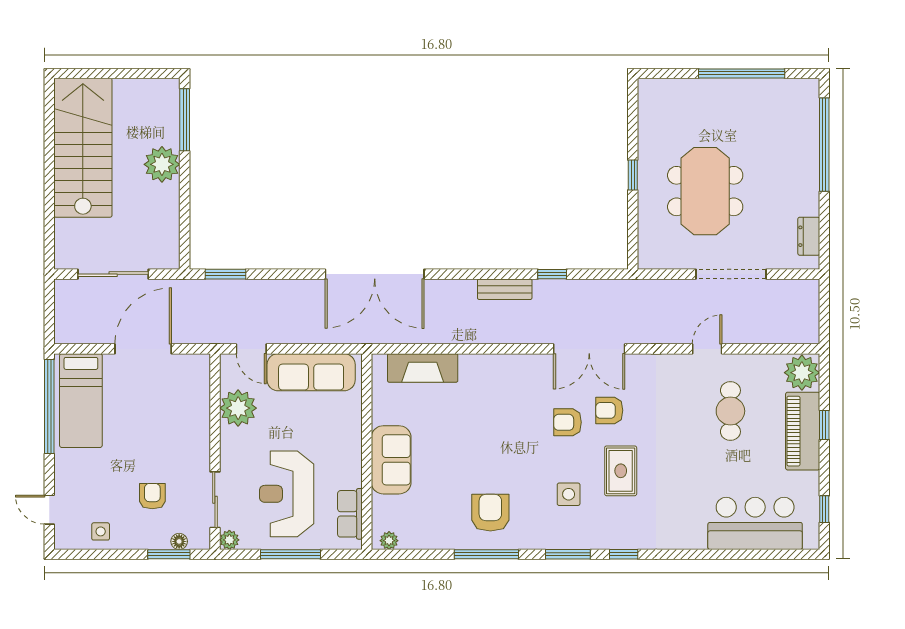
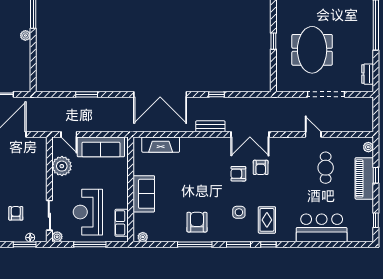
plant: (162, 164) -> (25, 35), width x0.53, depth x0.53
window: (226, 274) -> (87, 94), moved
double door: (375, 274) -> (160, 94), moved
window: (552, 274) -> (216, 94), moved
bench: (505, 289) -> (210, 126), moved
door: (707, 349) -> (313, 134), hinge flipped
plant: (802, 373) -> (368, 147), width x0.53, depth x0.53
armchair: (609, 410) -> (261, 167), turned -90
rug: (621, 471) -> (267, 220), moved
bar counter: (755, 523) -> (322, 228), moved

